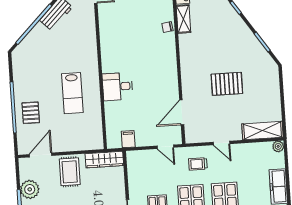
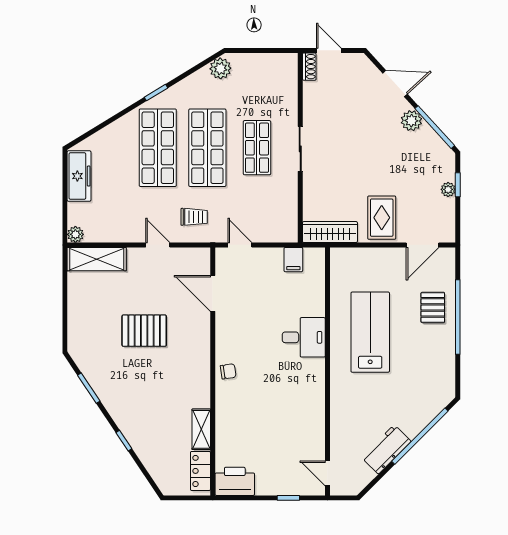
chair: (167, 27) -> (228, 371), moved
lab bench: (72, 93) -> (370, 332), width x1.36, depth x1.39
door: (182, 112) -> (213, 293), swing flipped
plant: (30, 189) -> (448, 189), width x0.53, depth x0.53

